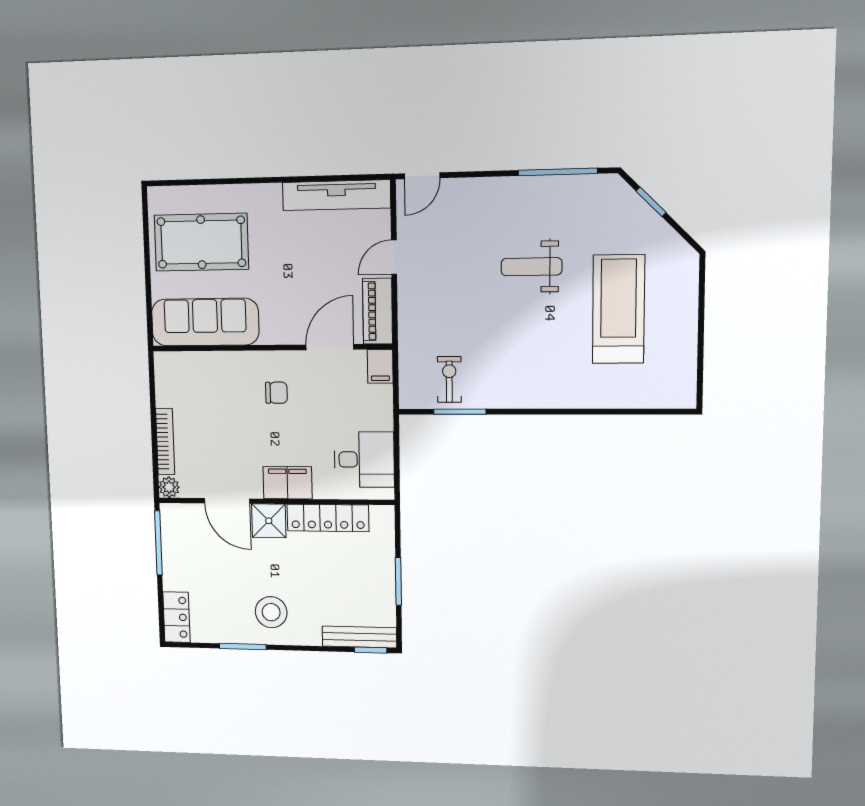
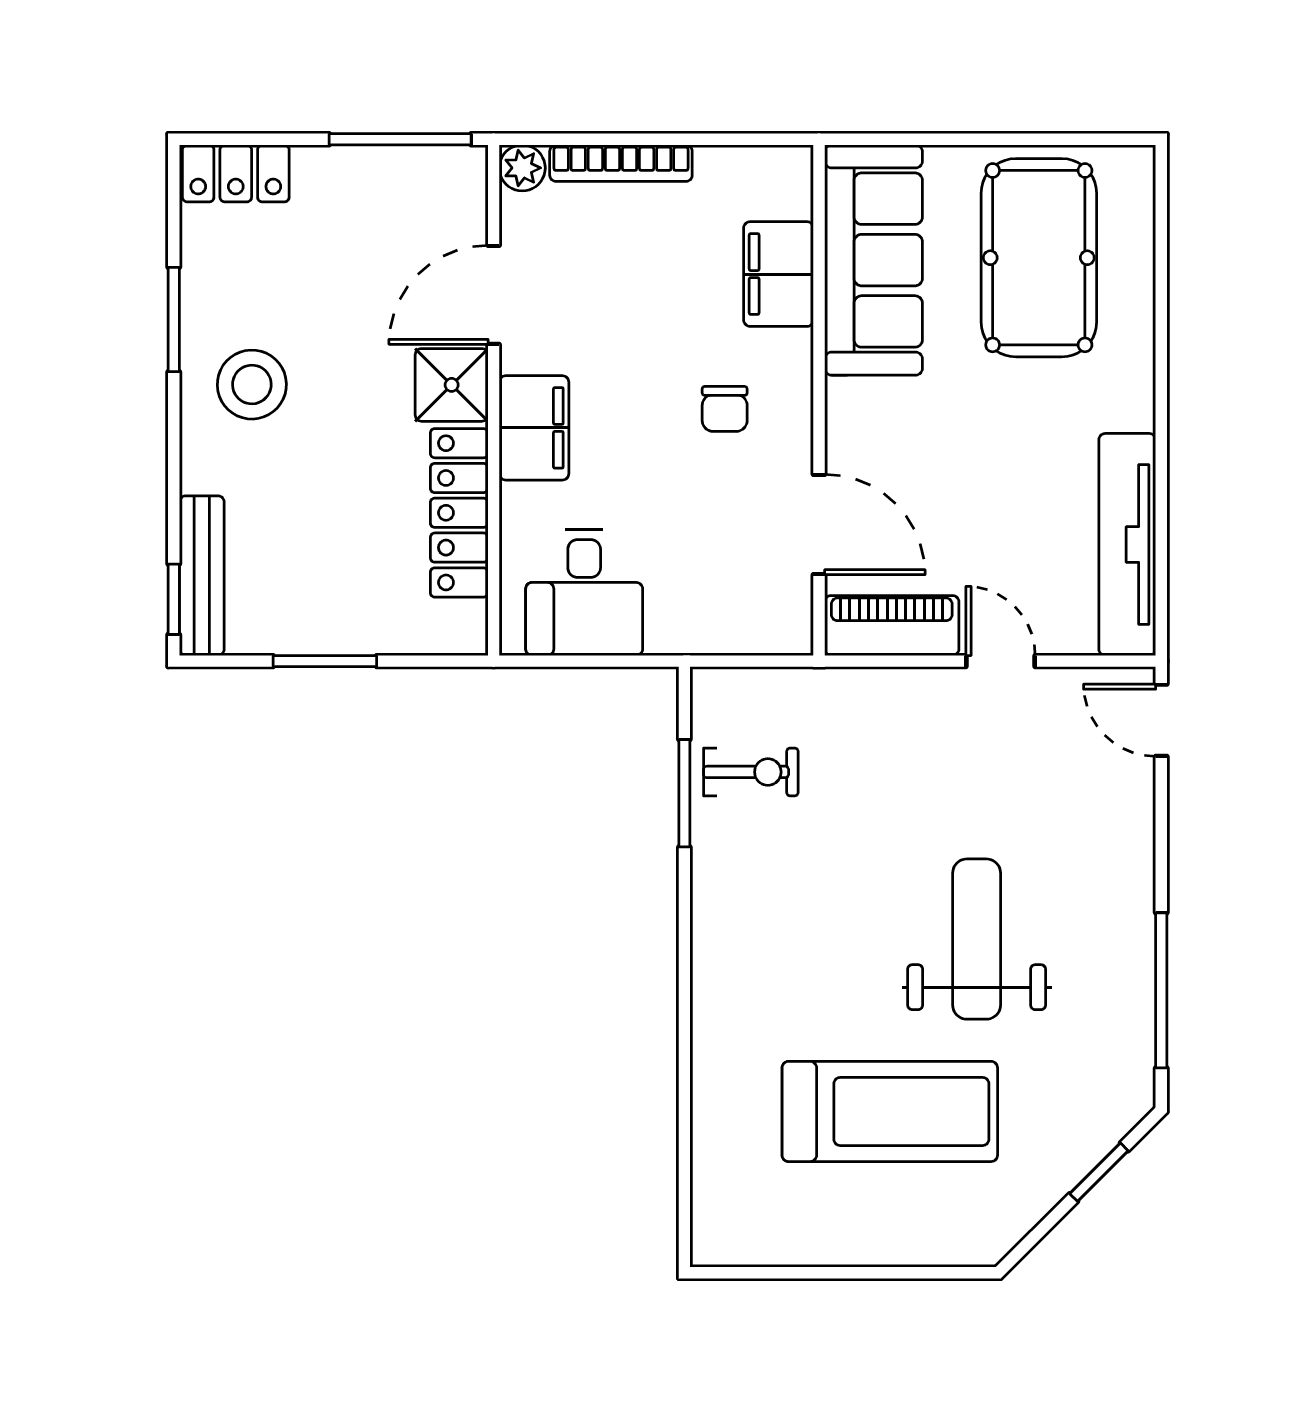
weight bench: (532, 267) -> (977, 939), width x1.36, depth x1.33
filing cabinet: (380, 366) -> (779, 274), moved, width x2.00

